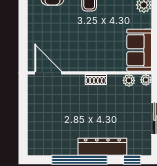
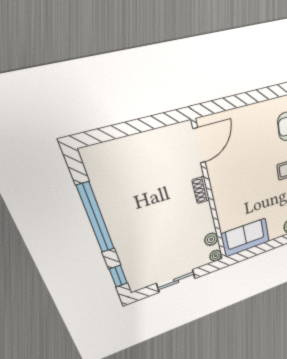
shoe rack: (96, 79) -> (201, 190), moved
dresser: (102, 147) -> (123, 239), removed

